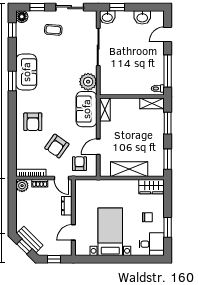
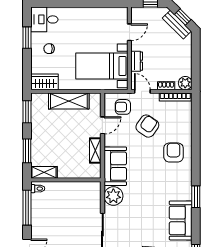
sofa: (26, 72) -> (181, 220), moved
shelving: (105, 110) -> (95, 150), moved
armchair: (79, 164) -> (123, 107), turned 90
bed with nightstands: (110, 232) -> (102, 66), moved, turned 90

